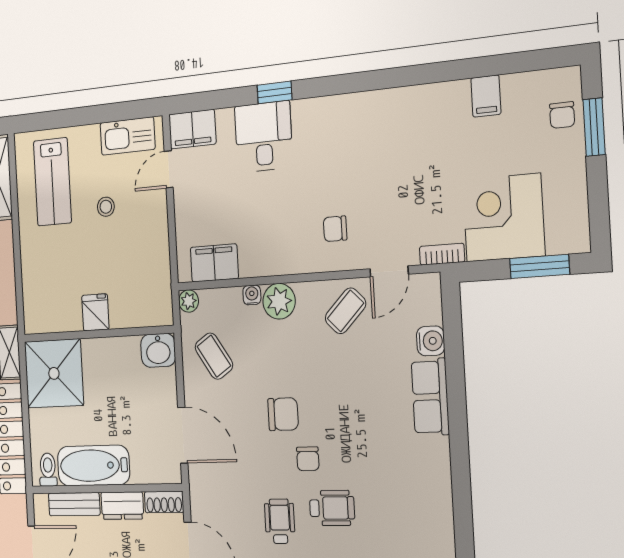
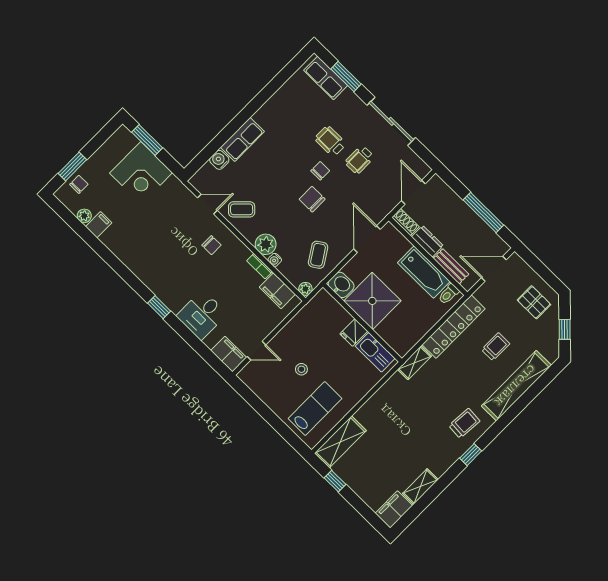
plant: (514, 86) -> (84, 216), added
window: (275, 92) -> (159, 307), moved
kitchen sink: (128, 136) -> (375, 352), moved, turned 180
bookcase: (442, 254) -> (260, 266), moved
shower: (54, 373) -> (372, 301), moved

